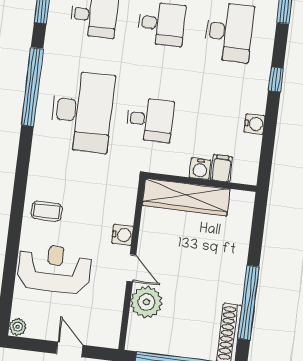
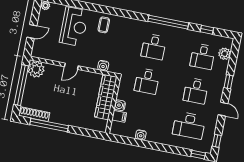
window: (276, 80) -> (163, 148), removed
desk: (82, 111) -> (154, 47), width x0.53, depth x0.77
water cooler: (122, 235) -> (103, 66), moved
plant: (146, 302) -> (36, 69), moved

